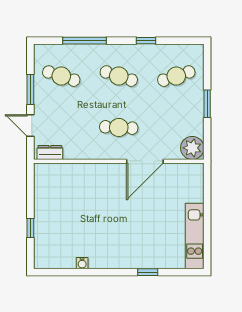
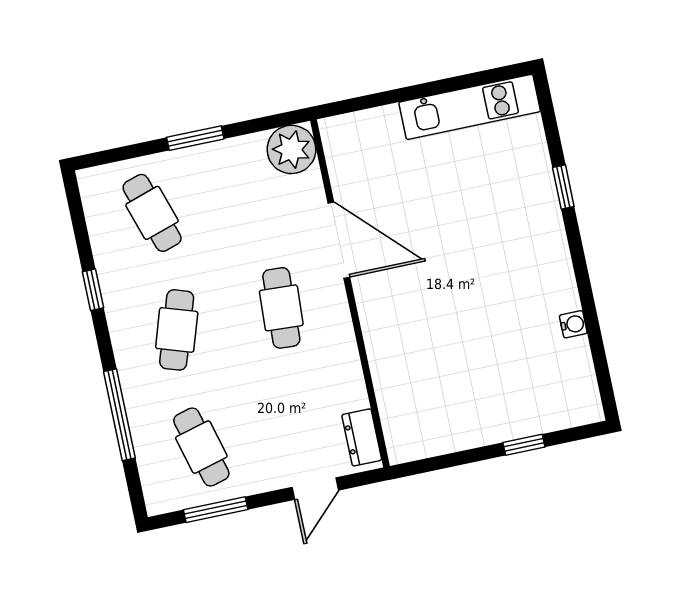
cafe table: (61, 76) -> (201, 447), turned -33
window: (30, 90) -> (216, 510), moved

